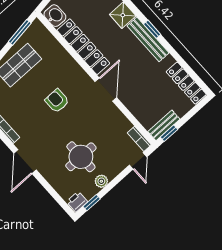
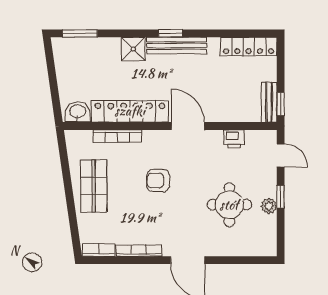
window: (20, 32) -> (64, 158), removed
bookcase: (139, 139) -> (117, 136), moved, width x1.56
printer: (77, 202) -> (234, 139), moved, turned -90
window: (92, 203) -> (281, 197), moved

